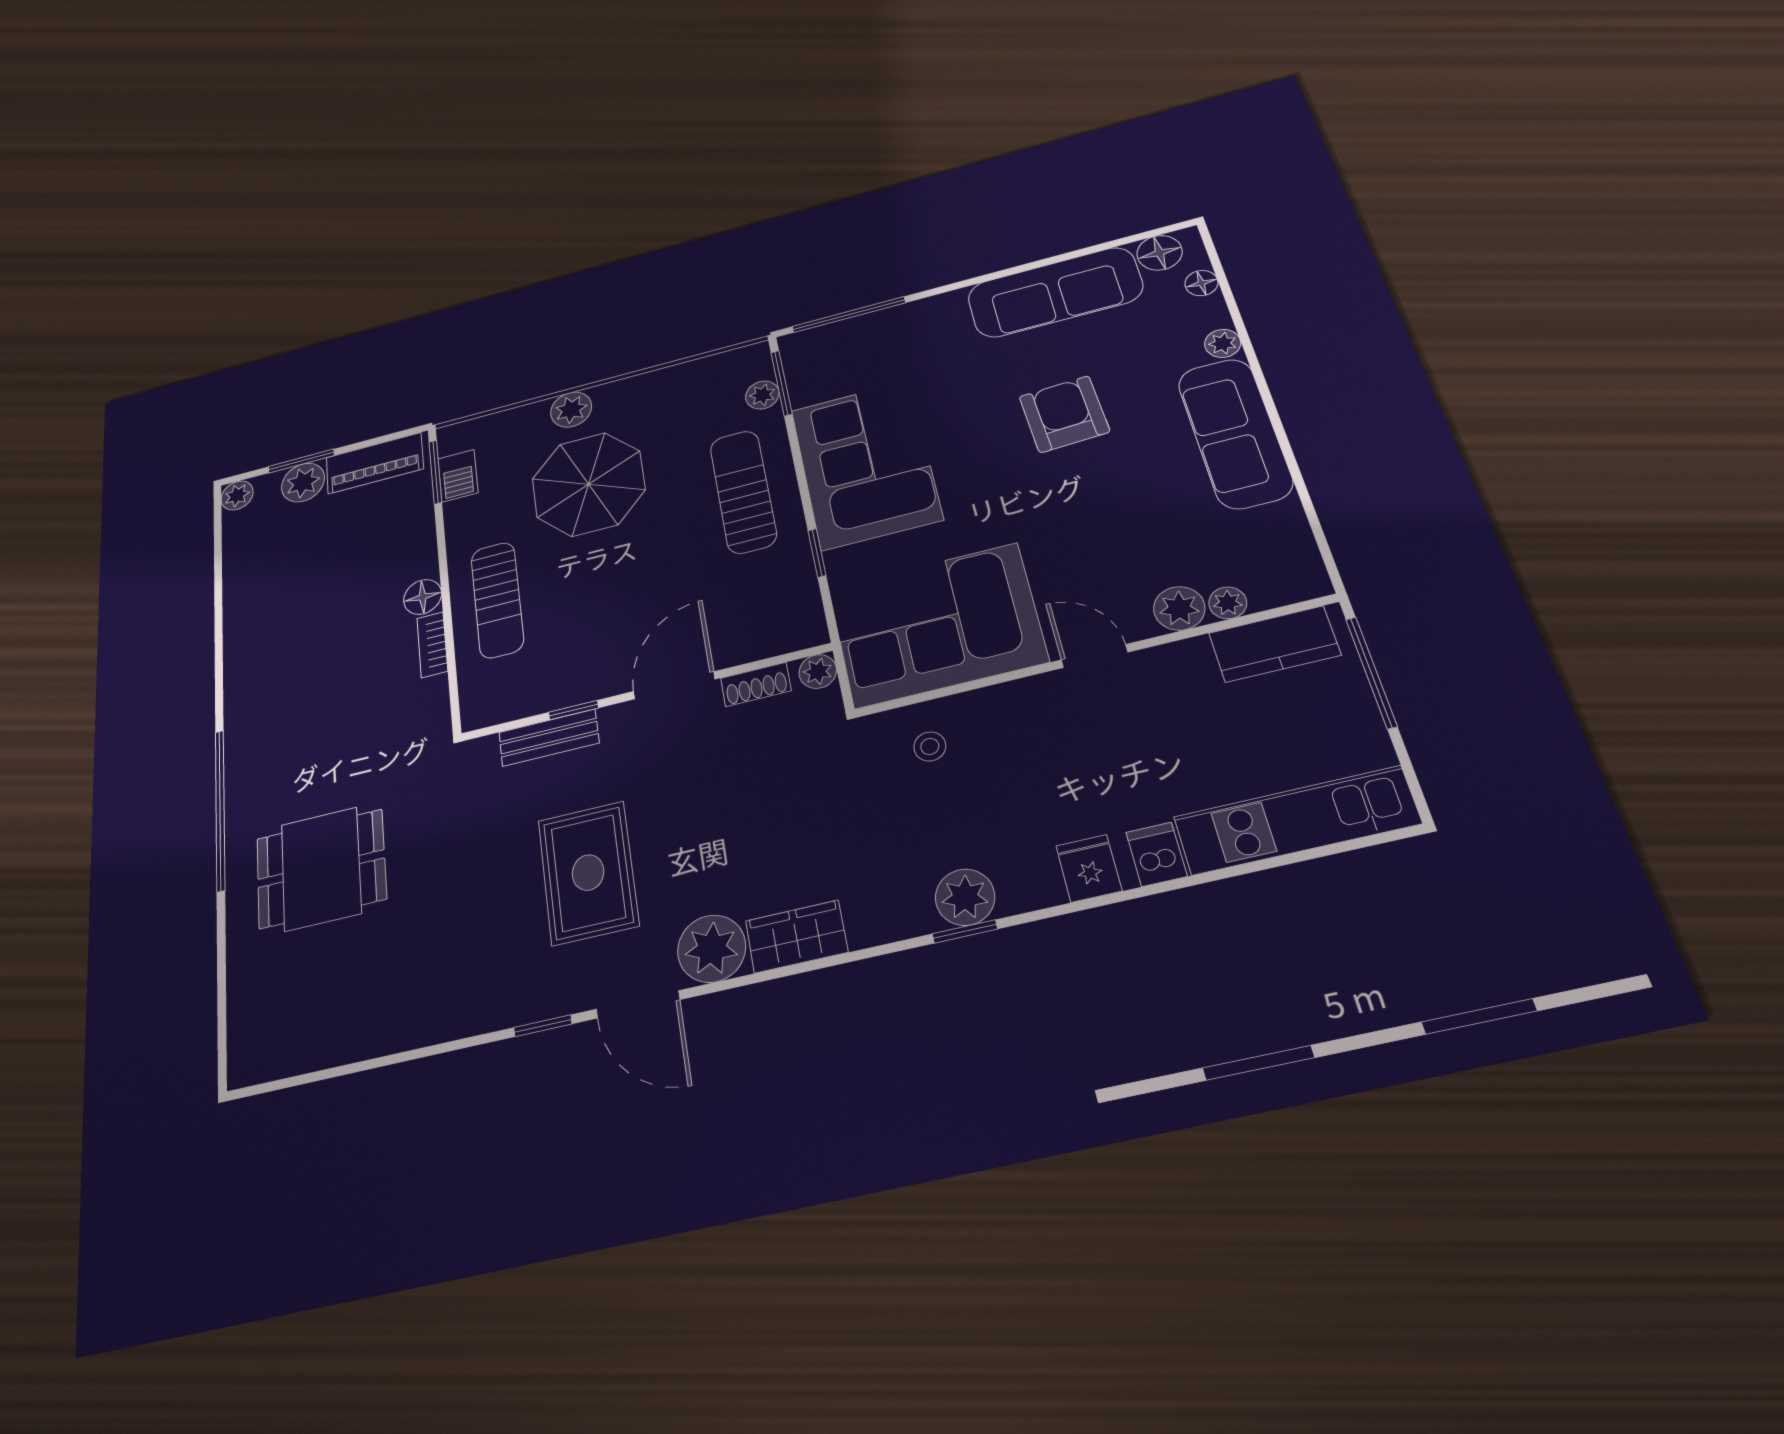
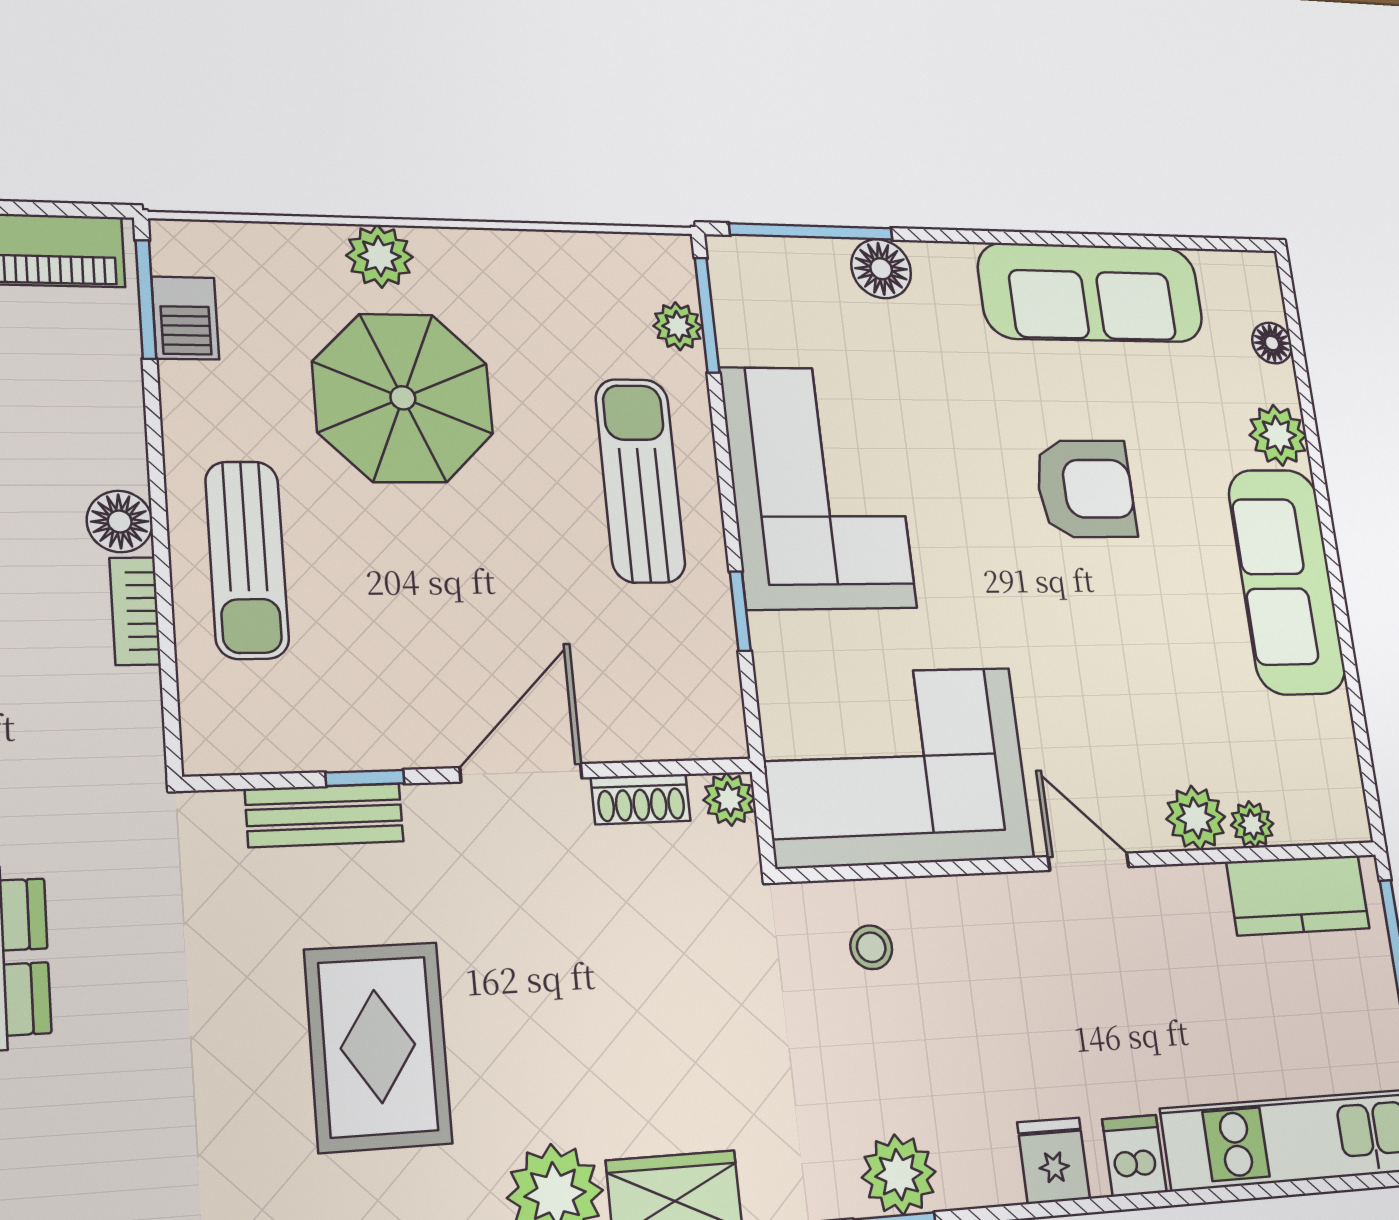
floor lamp: (1160, 253) -> (881, 269), moved
plant: (1223, 343) -> (1278, 435), width x1.38, depth x1.38
armchair: (1064, 414) -> (1085, 489), turned 93

